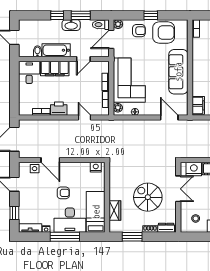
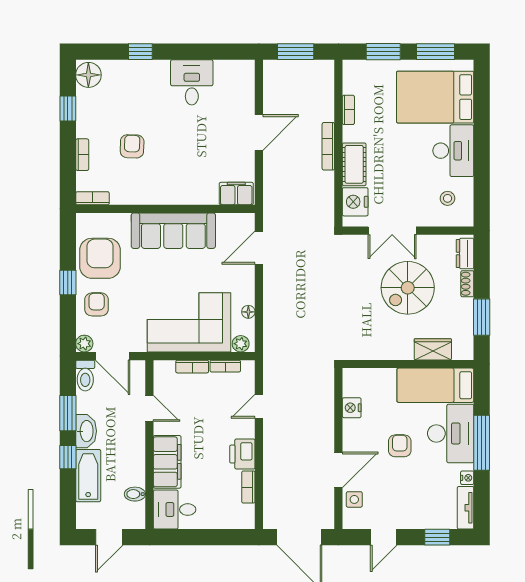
bathtub: (56, 50) -> (88, 476), moved, turned 180
nightstand: (96, 167) -> (352, 408), moved
double door: (178, 189) -> (392, 231), swing flipped

